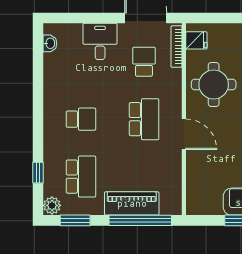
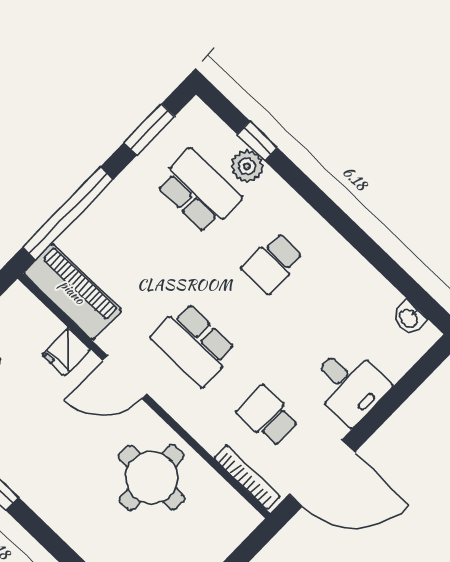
fridge: (196, 40) -> (66, 352), moved
school desk: (144, 62) -> (268, 416), turned 180
school desk: (81, 177) -> (199, 191), turned 180
piano: (132, 203) -> (72, 292), moved, turned -90
plant: (52, 205) -> (247, 166), moved

